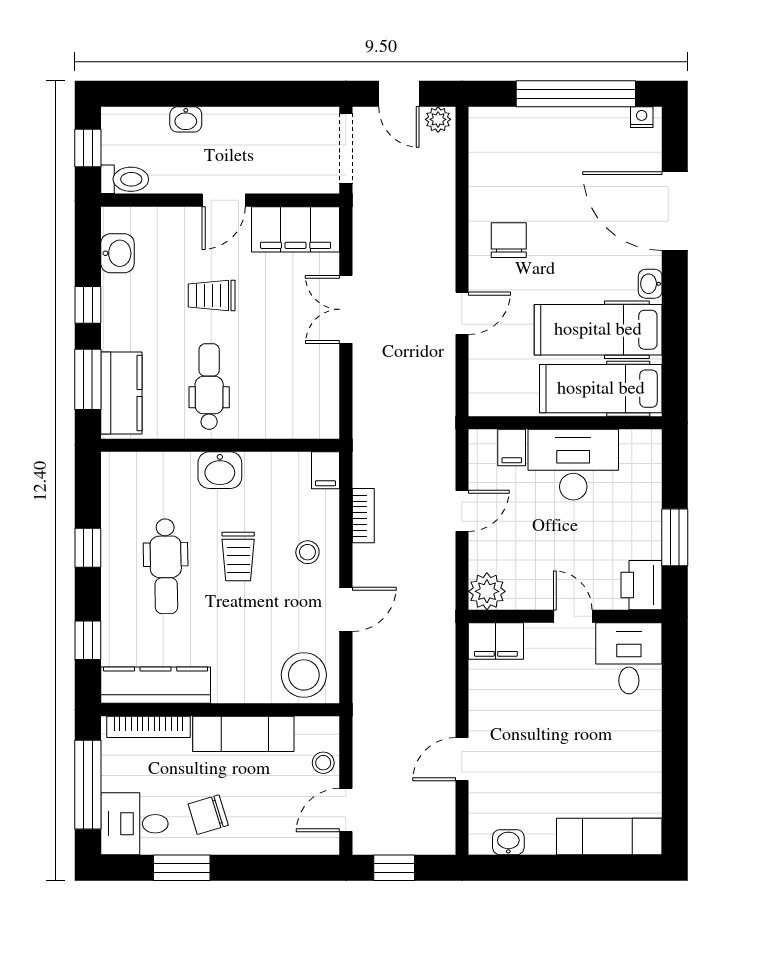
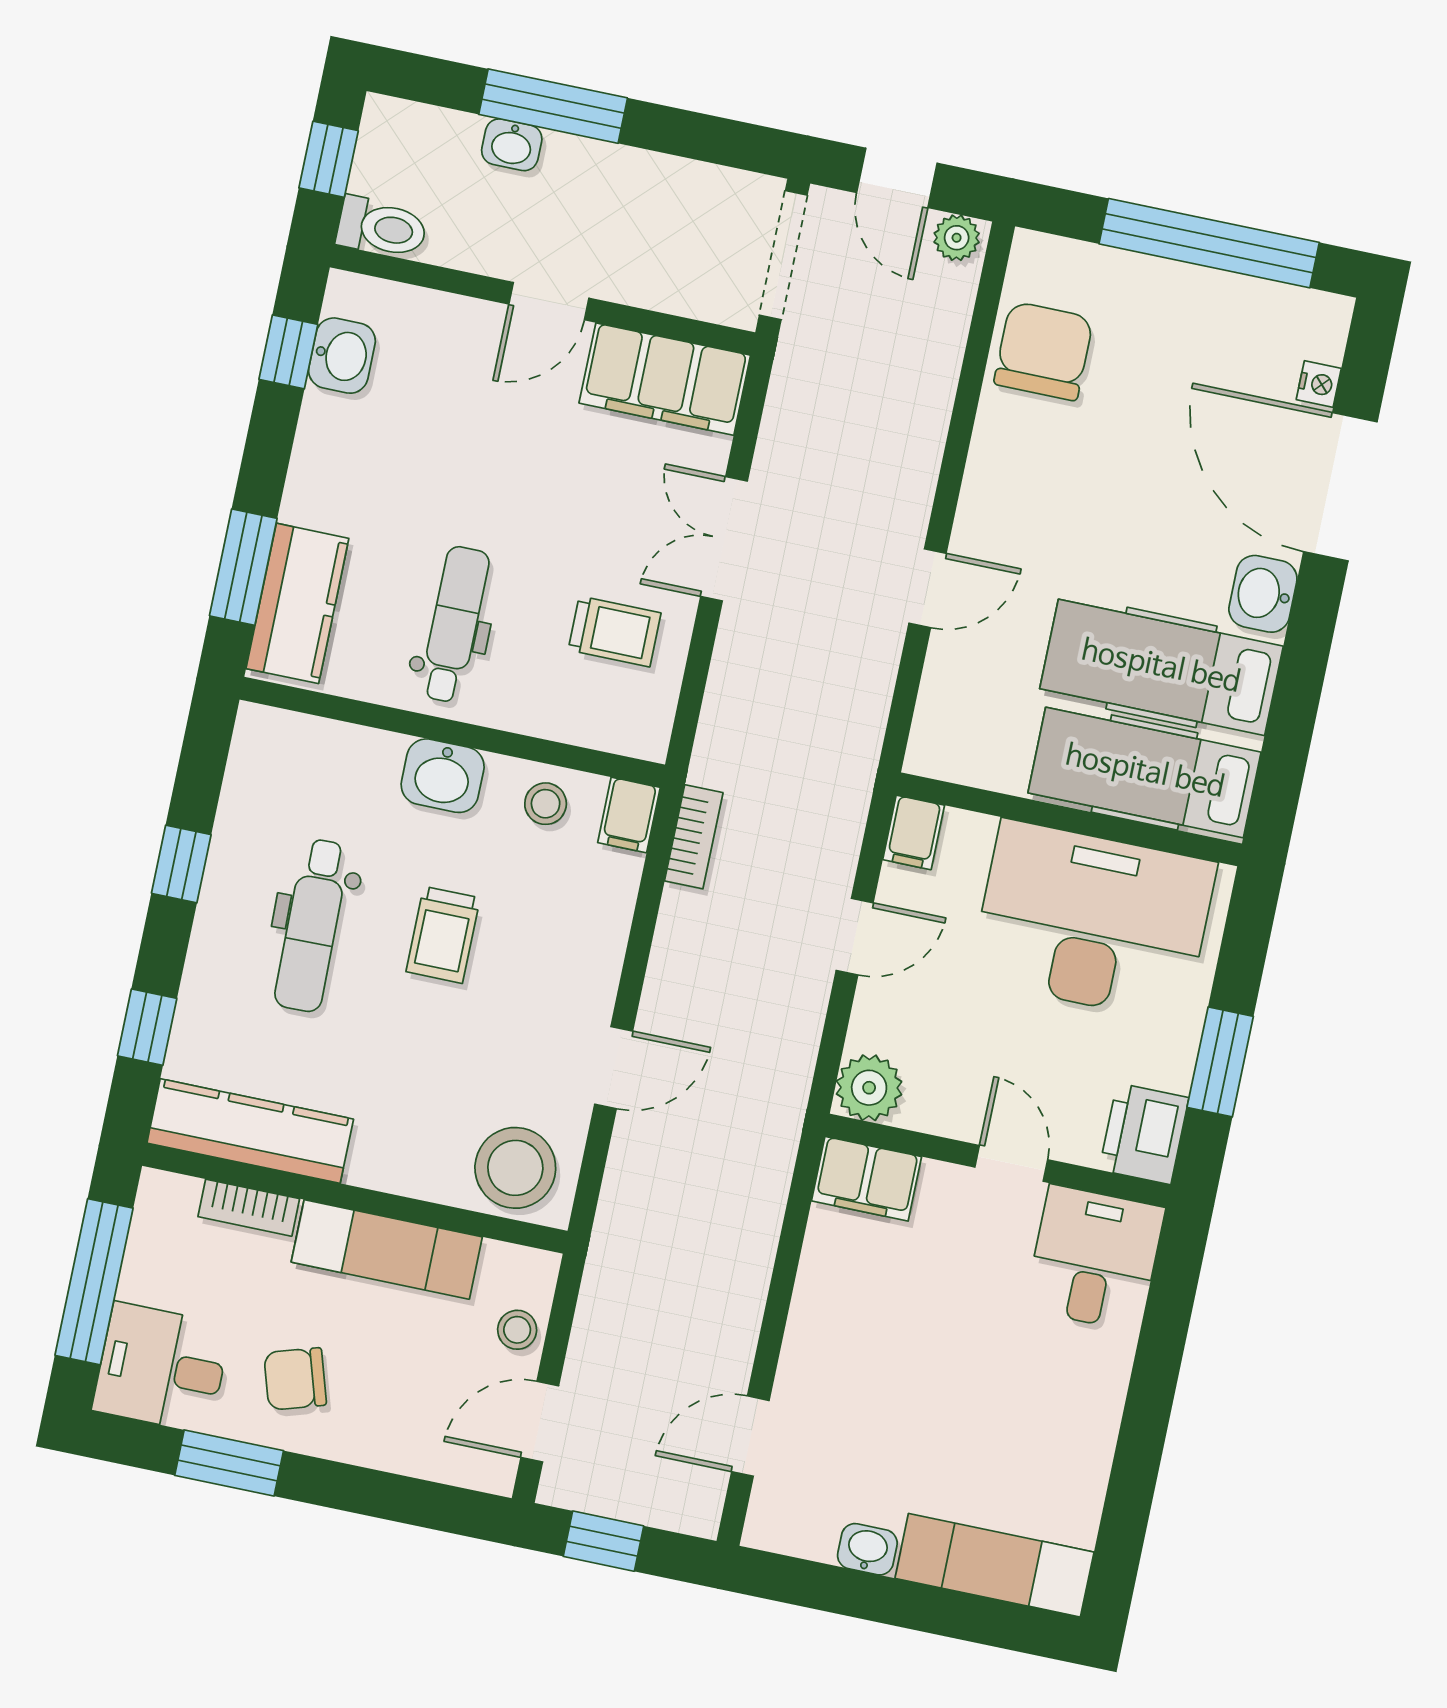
window: (204, 94) -> (553, 106), added
nightstand: (642, 117) -> (1319, 384), moved, turned 90
chair: (509, 240) -> (1044, 351), moved, width x1.37, depth x1.37
washbasin: (650, 284) -> (1263, 594), width x1.38, depth x1.45
trolley: (212, 296) -> (615, 631), moved, turned 180
window: (88, 305) -> (288, 352), moved
filing cabinet: (512, 447) -> (914, 832), moved
desk: (573, 465) -> (1093, 921), width x1.36, depth x1.30
bookcase: (363, 516) -> (694, 837), moved
stool: (307, 552) -> (546, 804), moved
bookcase: (149, 727) -> (249, 1208), width x0.64
door: (462, 759) -> (750, 1436), moved
washbasin: (508, 842) -> (867, 1549), moved

